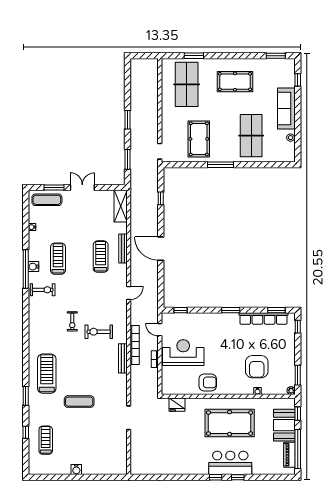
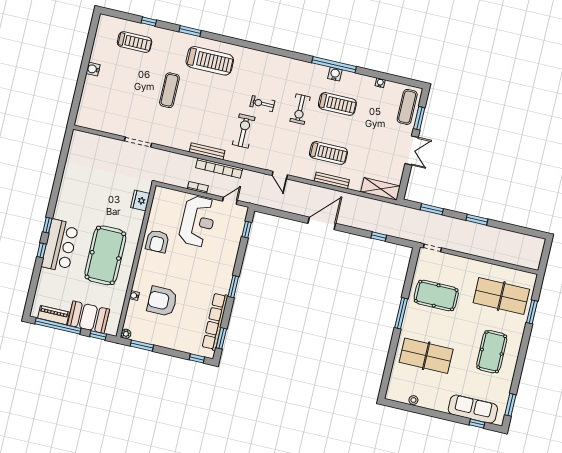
sofa: (286, 108) -> (473, 409), moved
exercise bike: (43, 290) -> (300, 109), moved

